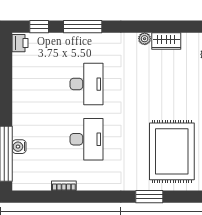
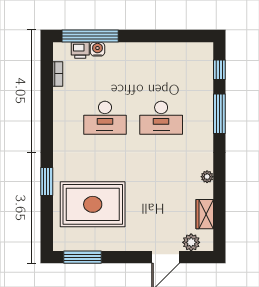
wardrobe: (166, 41) -> (205, 214), moved
printer: (20, 43) -> (80, 50), moved
bookcase: (64, 186) -> (58, 74), moved

